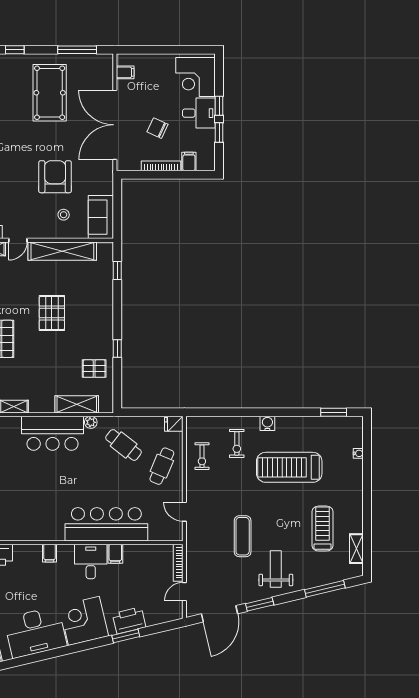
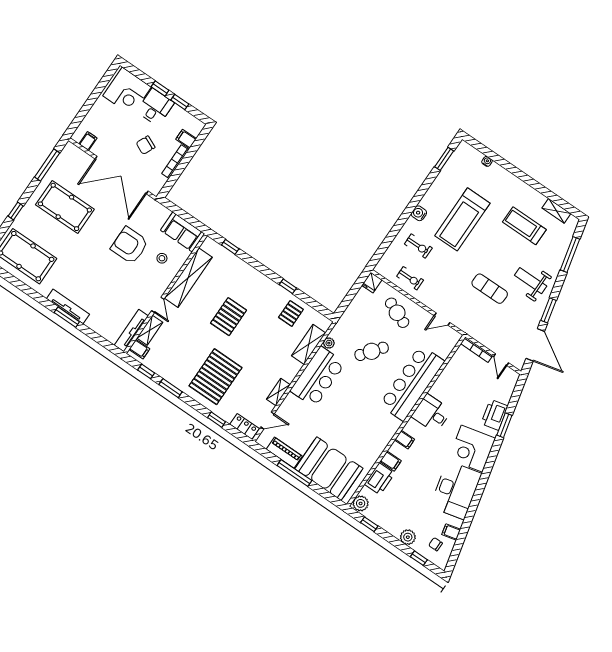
pallet: (52, 313) -> (229, 317), turned 90
cafe table: (124, 445) -> (372, 351), moved
filing cabinet: (115, 554) -> (391, 461), moved

